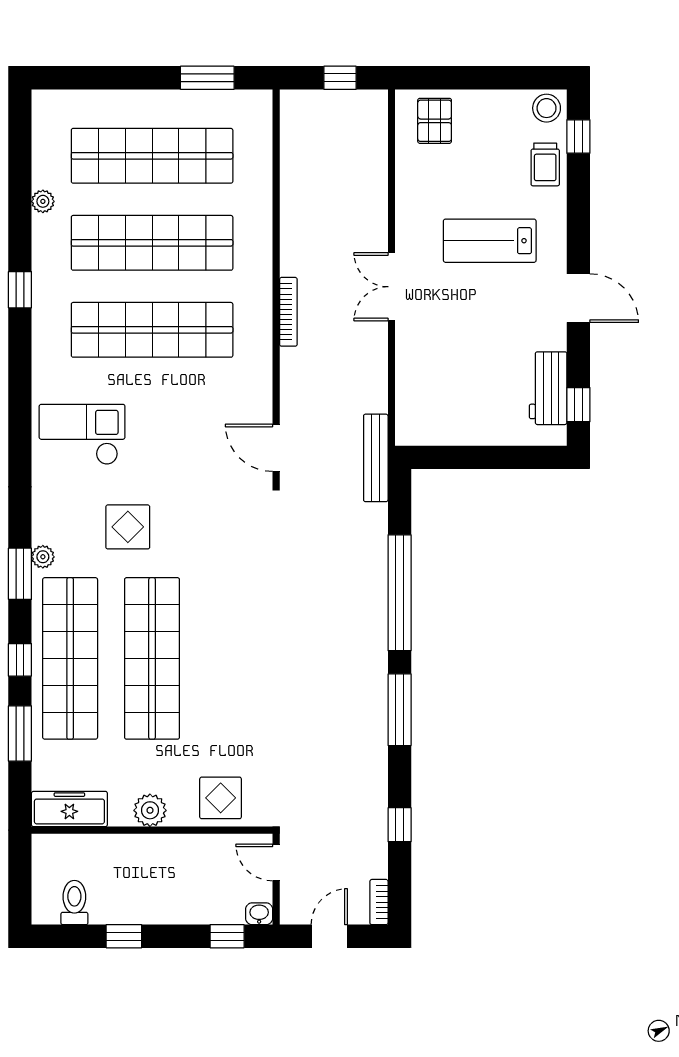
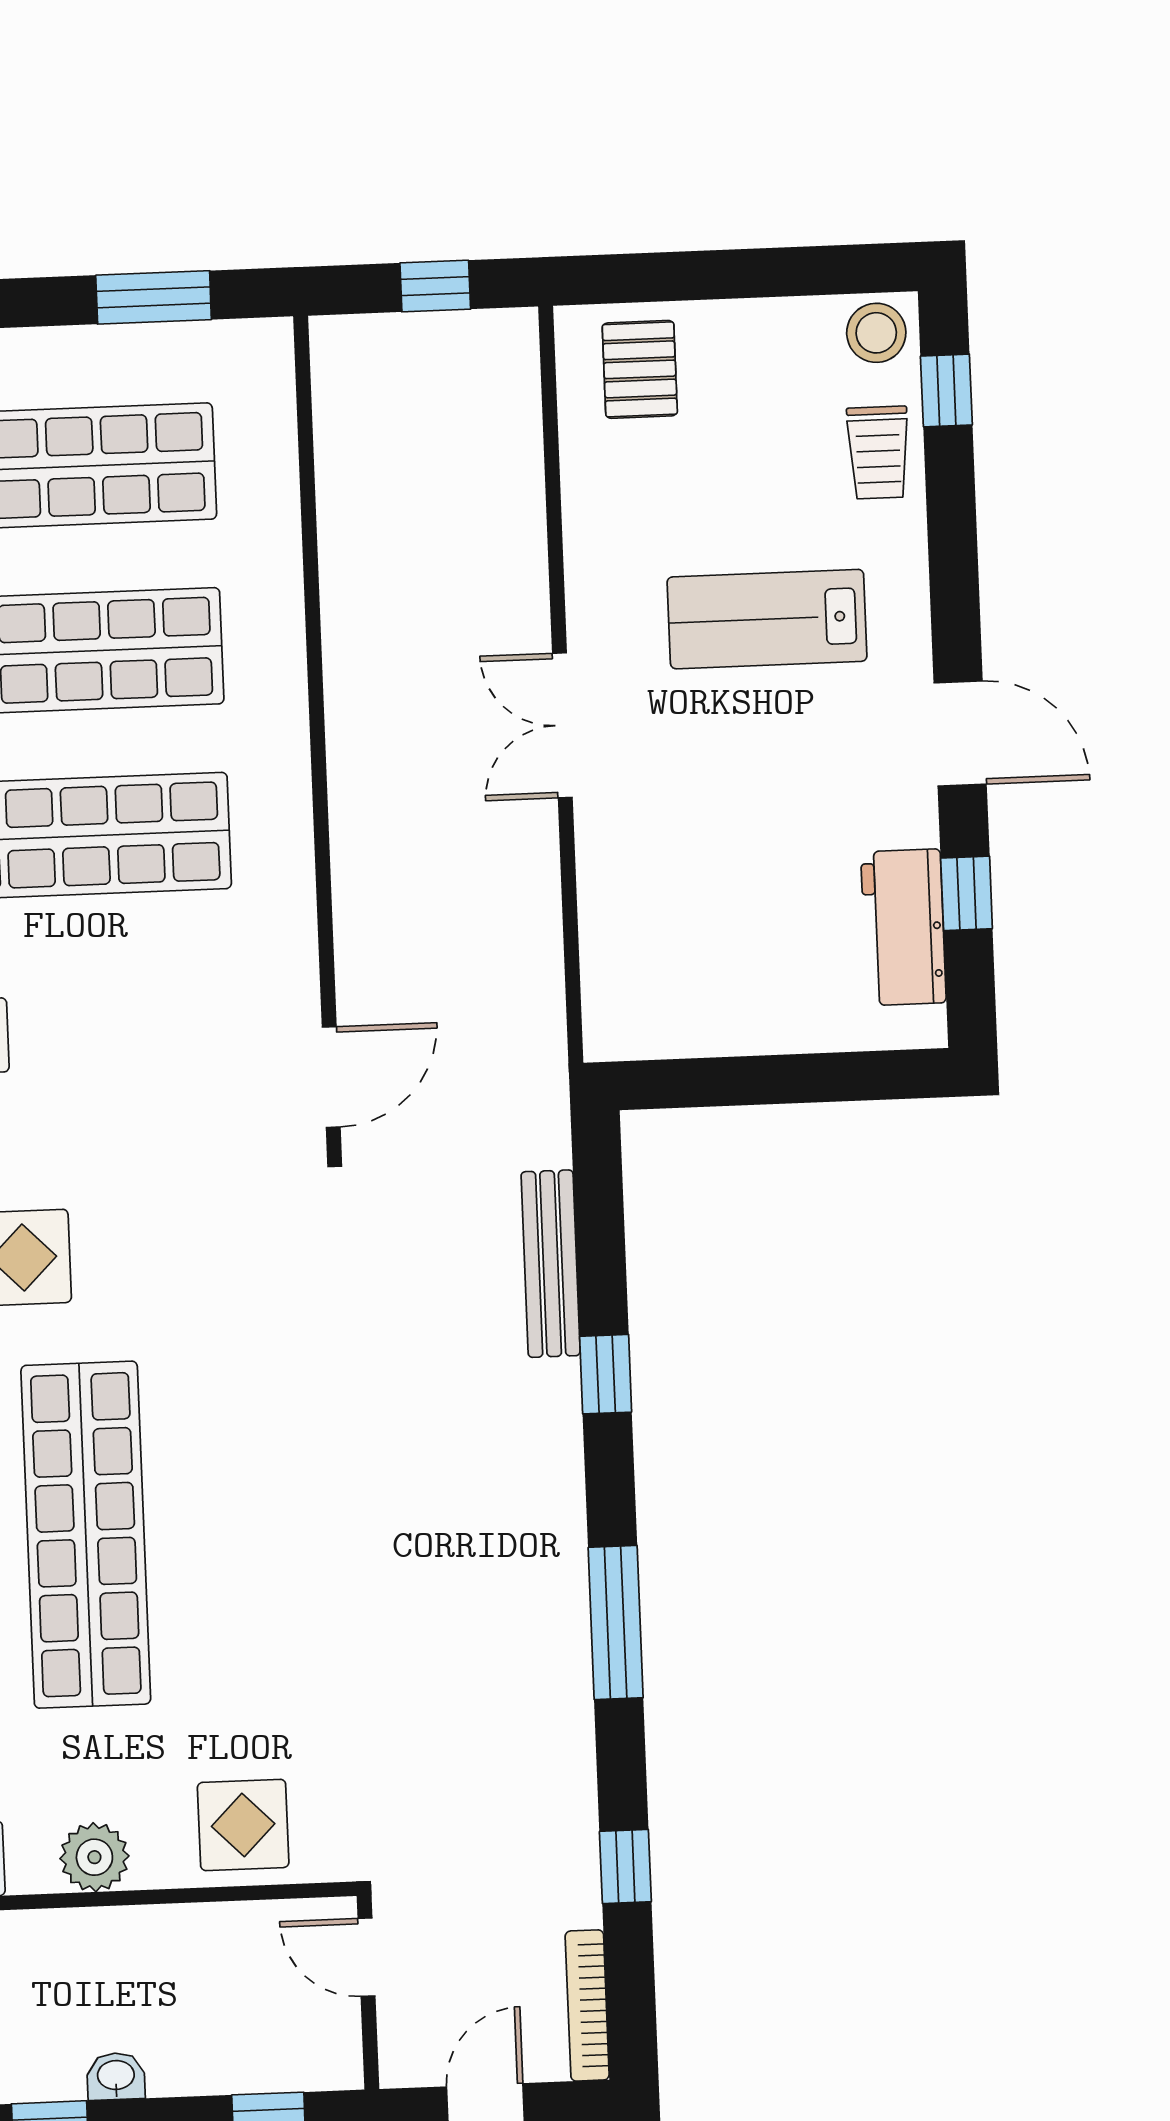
bookcase: (288, 312) -> (346, 787), removed
window: (578, 405) -> (967, 893), moved
door: (276, 448) -> (331, 1077), swing flipped
bench: (376, 458) -> (551, 1264), moved
window: (400, 593) -> (606, 1374), width x0.32
bookcase: (379, 902) -> (587, 2005), width x1.56
washbasin: (259, 914) -> (116, 2076), moved

